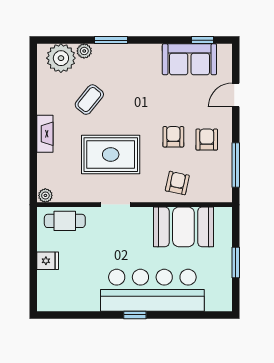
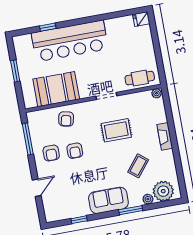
window: (202, 40) -> (79, 220), moved
sofa: (189, 59) -> (108, 200), moved
rug: (111, 155) -> (116, 130), width x0.73, depth x0.70
fridge: (48, 261) -> (141, 19), moved
window: (135, 315) -> (48, 27), moved

